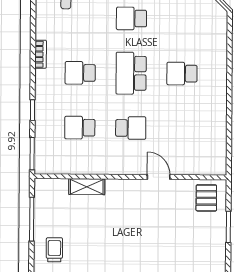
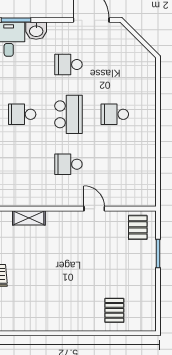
school desk: (131, 73) -> (68, 114), turned 180
school desk: (80, 128) -> (22, 164), removed
school desk: (131, 128) -> (68, 164), turned 180

